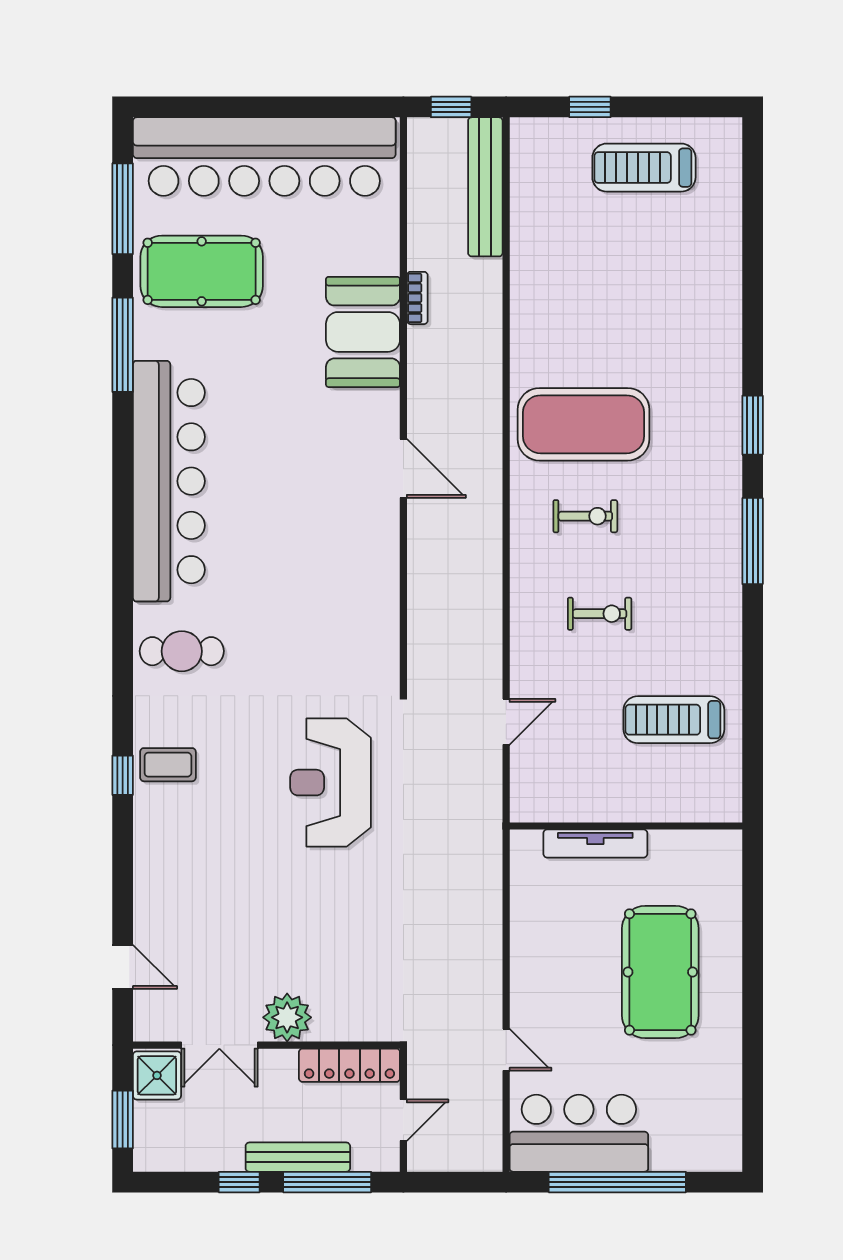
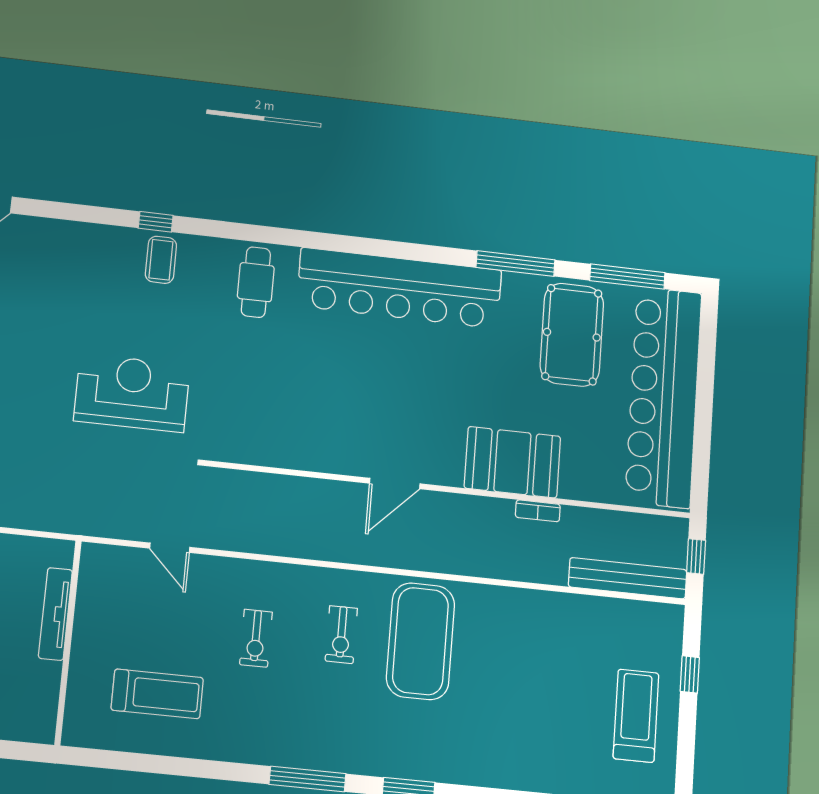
treadmill: (674, 720) -> (157, 694), turned 90

